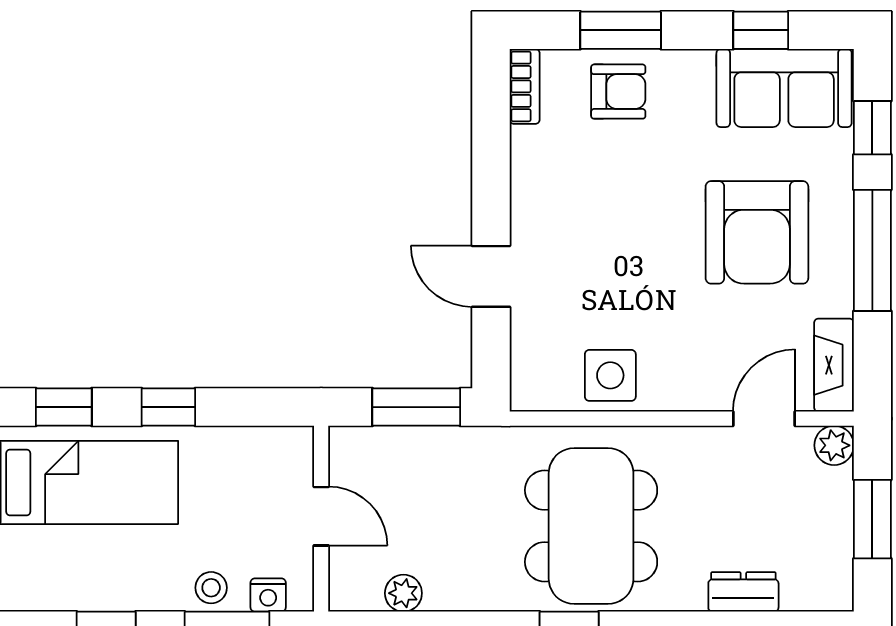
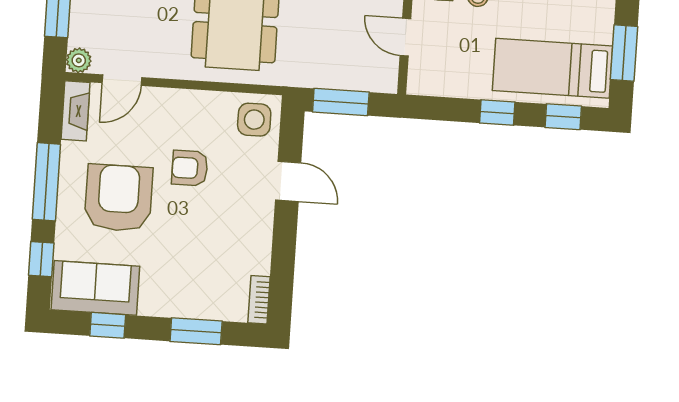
armchair: (618, 92) -> (190, 168), moved
side table: (610, 375) -> (254, 120), moved

